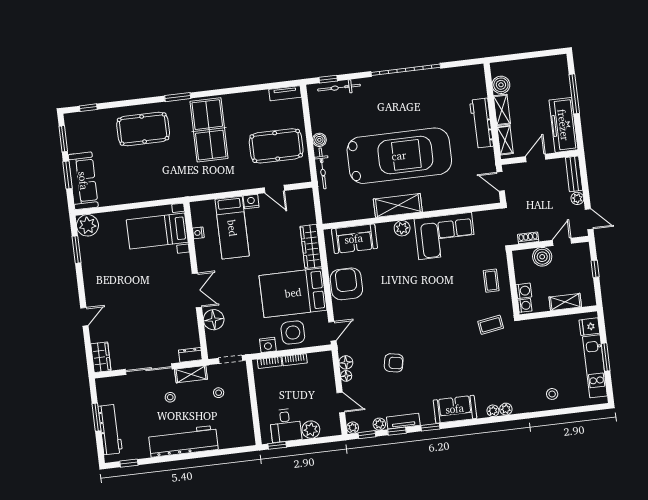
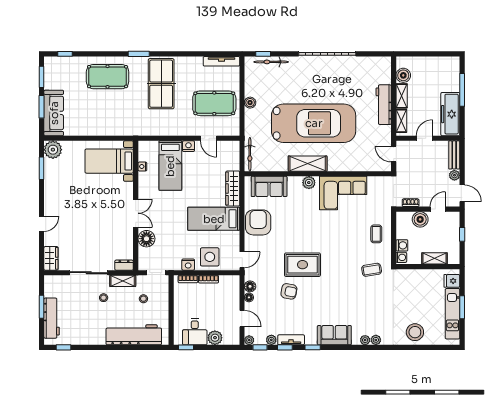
tv unit: (285, 93) -> (221, 61), width x1.41
bicycle: (323, 168) -> (250, 154), moved
bed: (293, 293) -> (214, 219), width x0.67
rug: (406, 329) -> (302, 265), added
stool: (552, 394) -> (415, 332), width x1.89, depth x1.89
workbench: (183, 441) -> (134, 335), moved

